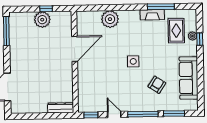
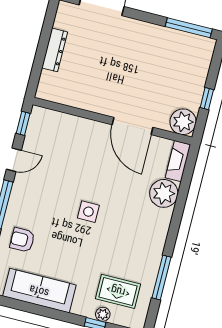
fireplace: (152, 15) -> (178, 161), moved
plant: (42, 20) -> (183, 122), moved
armchair: (157, 85) -> (22, 240), moved, turned 147
dresser: (61, 108) -> (55, 50), moved

